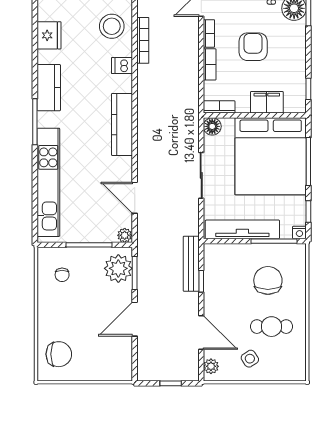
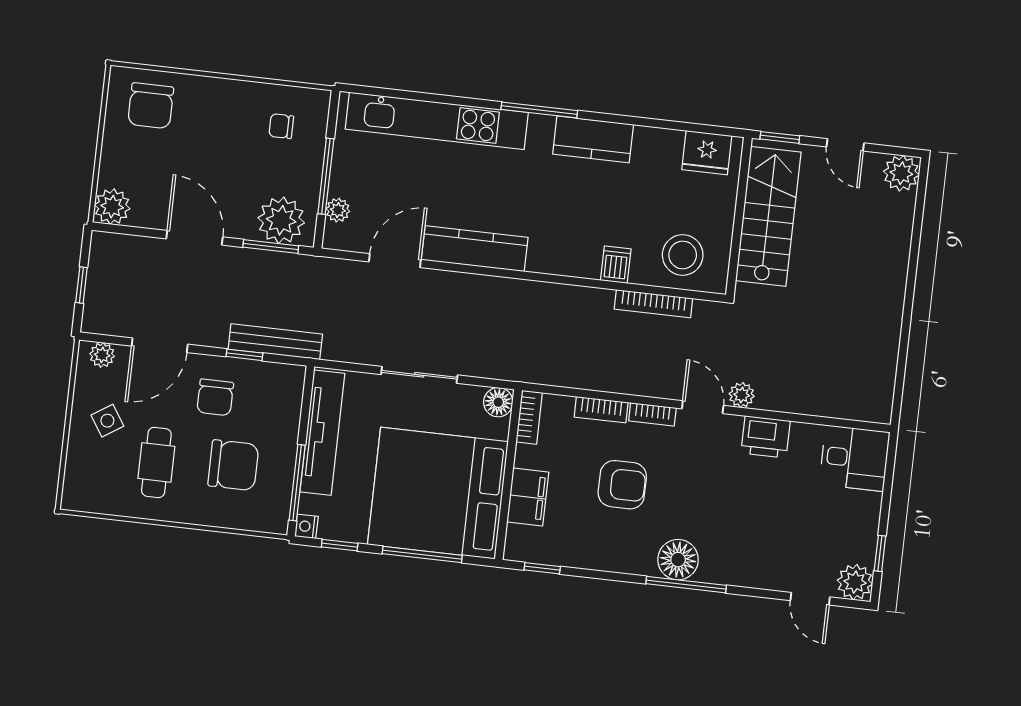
fridge: (49, 35) -> (707, 153), moved
kitchen counter: (122, 124) -> (475, 249), moved
plant: (125, 235) -> (338, 210), moved
chair: (229, 296) -> (215, 397), added
plant: (122, 370) -> (112, 207), added

